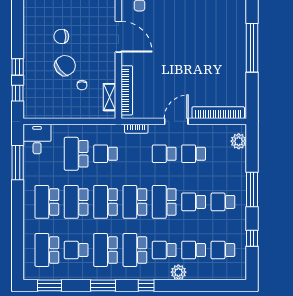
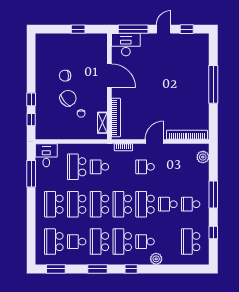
school desk: (194, 154) -> (168, 167), removed
school desk: (194, 250) -> (168, 242), removed
school desk: (223, 250) -> (191, 242), width x1.85

